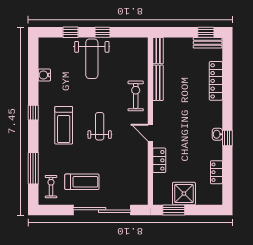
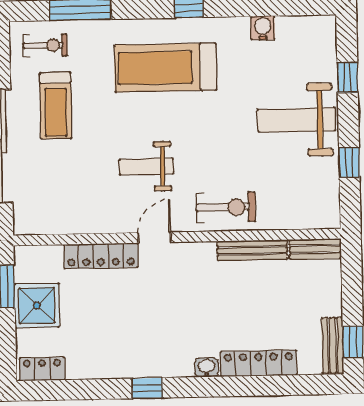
window: (102, 32) -> (349, 163), moved
treadmill: (64, 125) -> (165, 68), width x1.37, depth x1.37
weight bench: (100, 126) -> (146, 167), moved, turned 180
washbasin: (217, 134) -> (207, 367), moved
locker: (159, 160) -> (101, 256), width x1.53
locker: (216, 172) -> (42, 369), moved

